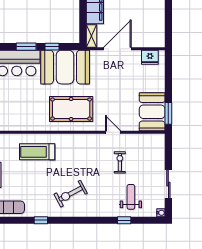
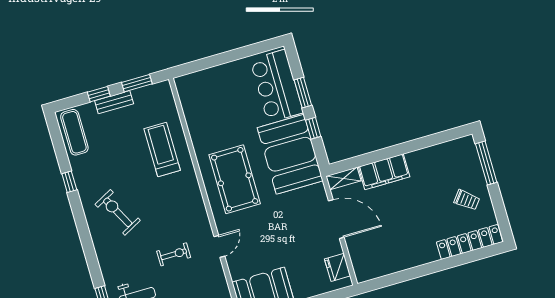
exercise bike: (120, 162) -> (174, 254), moved

